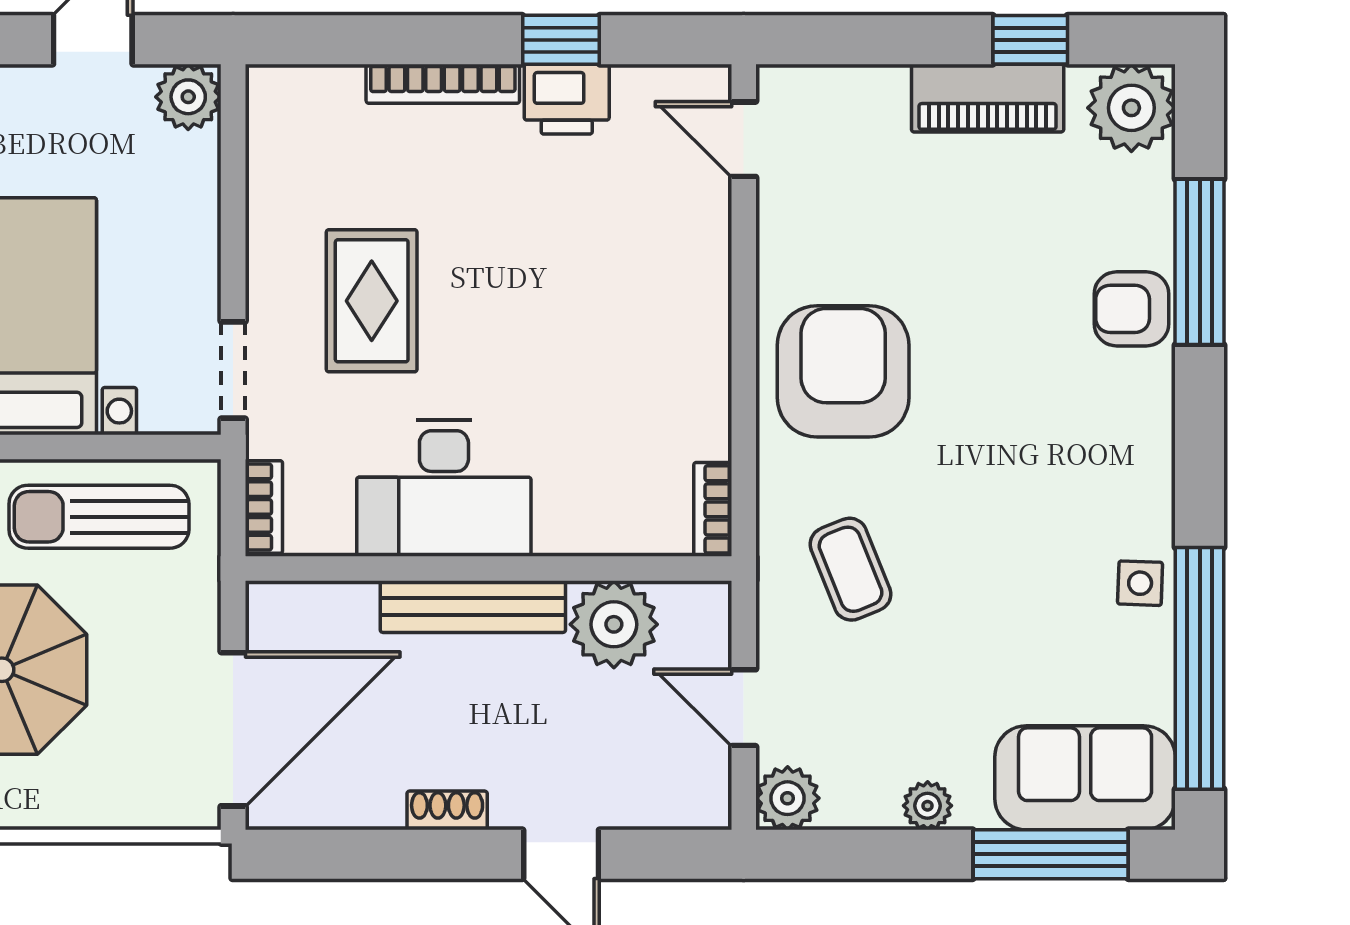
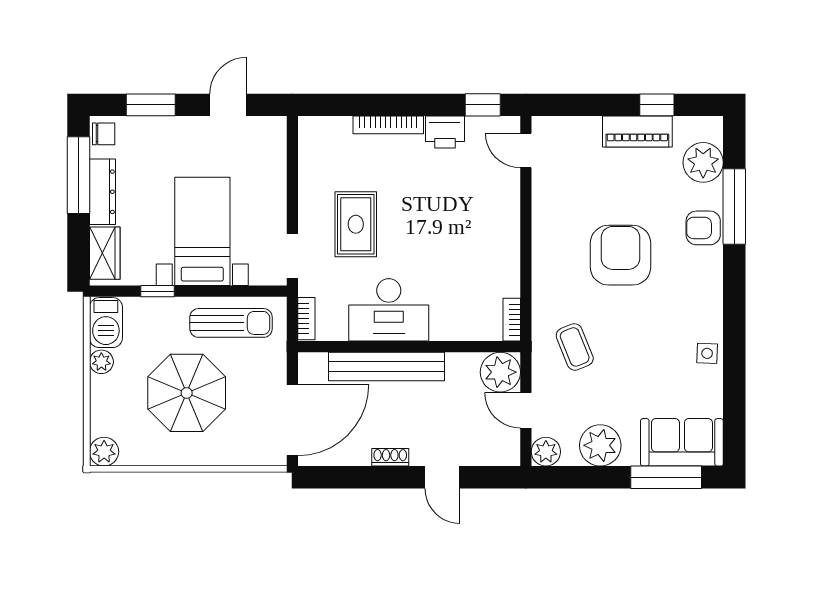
window: (561, 40) -> (483, 105), moved
plant: (188, 97) -> (272, 131), removed
plant: (1131, 108) -> (703, 162), moved
armchair: (843, 371) -> (621, 255), moved
sun lounger: (99, 517) -> (231, 323), turned 180
bench: (473, 607) -> (386, 367), width x1.37, depth x1.21
plant: (614, 624) -> (500, 372), moved
window: (1200, 668) -> (734, 392), removed
plant: (928, 806) -> (600, 445), width x1.88, depth x1.88

